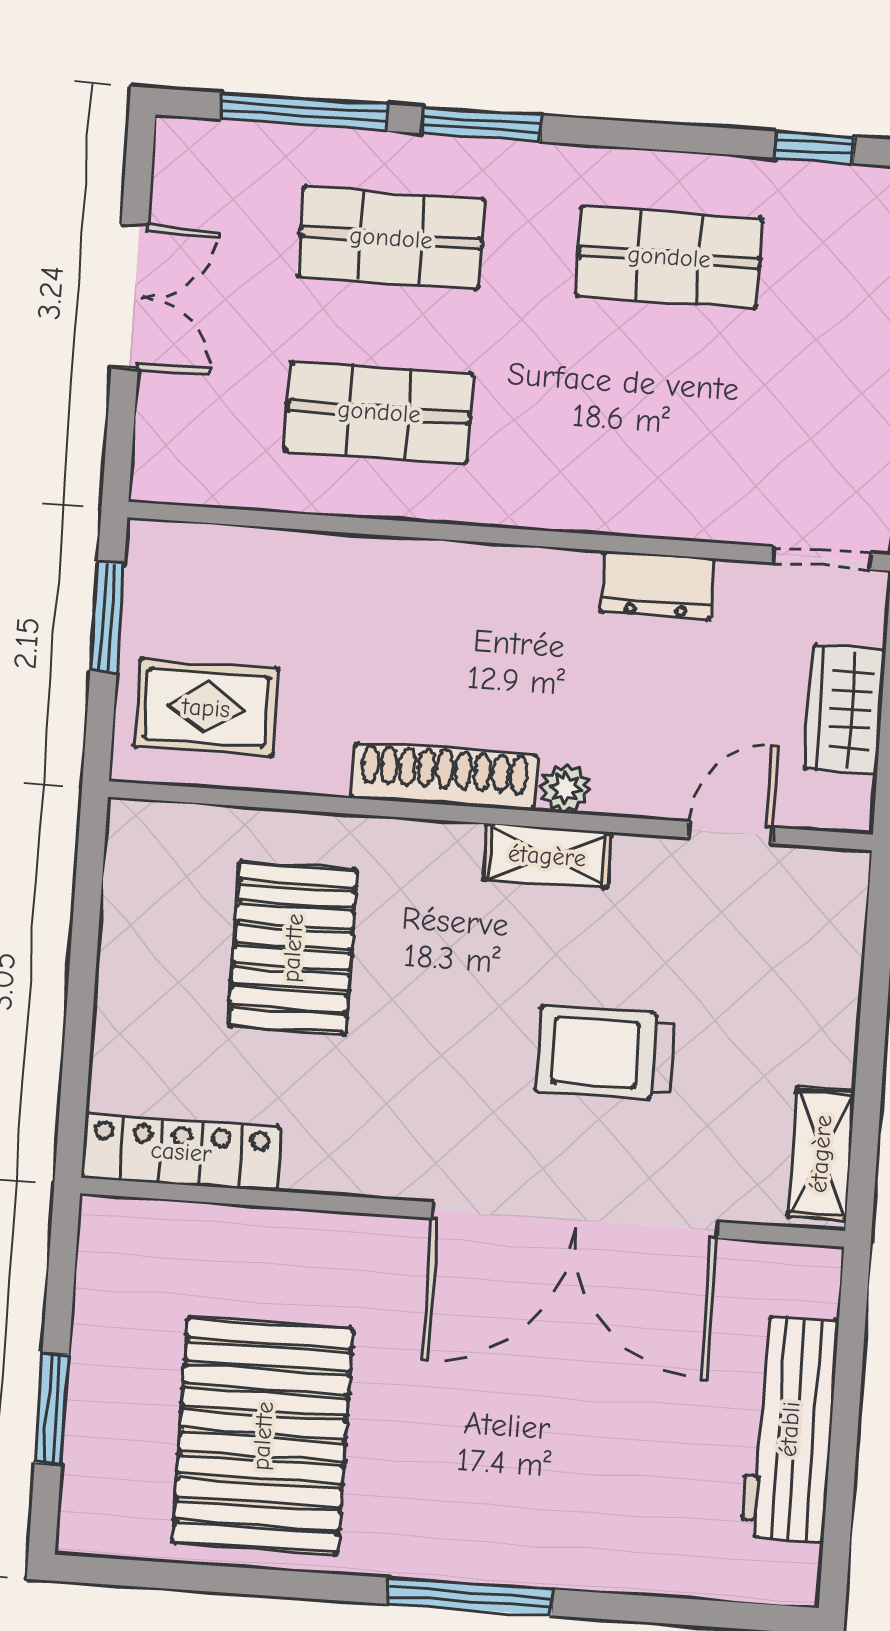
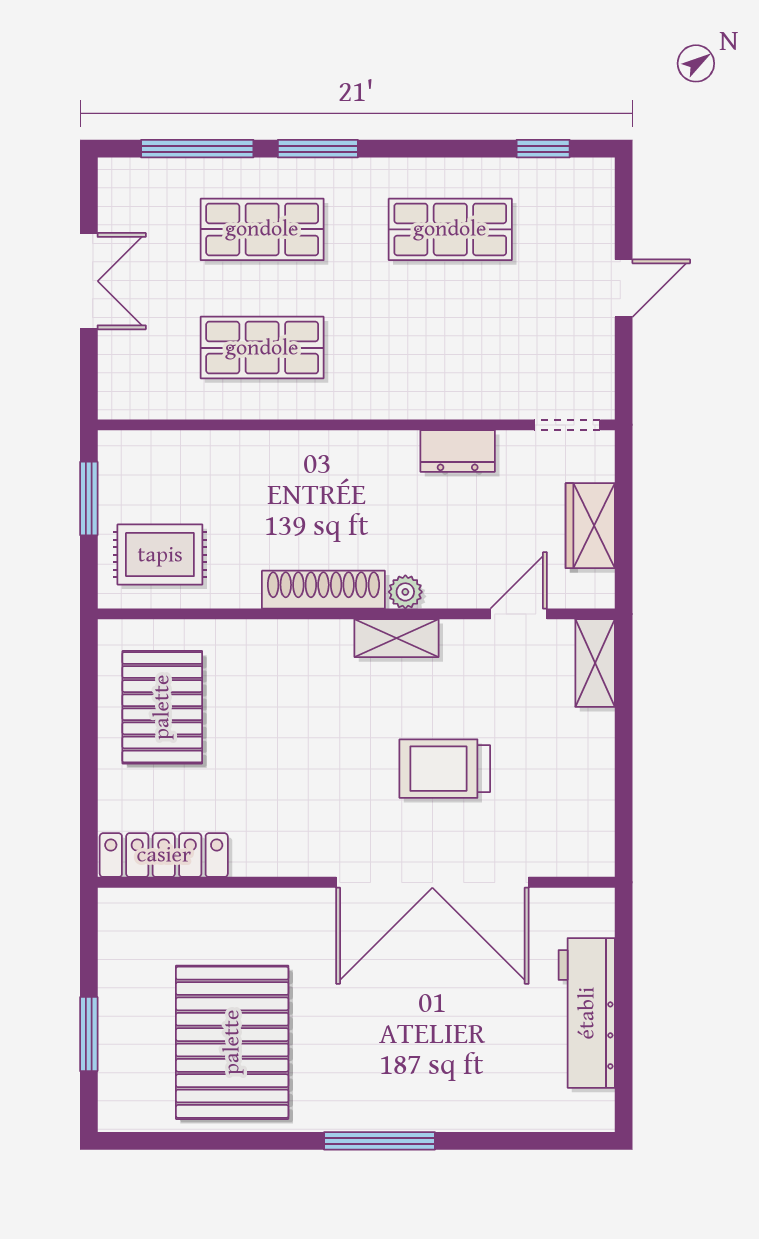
pallet: (293, 948) -> (162, 707), moved
shelving: (821, 1154) -> (595, 663), moved

